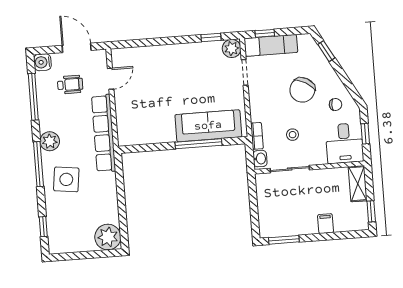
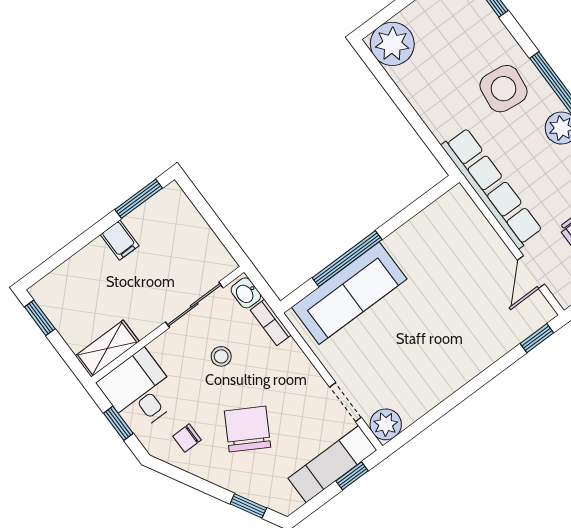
window: (211, 37) -> (537, 338), moved
shelving: (358, 184) -> (107, 349), moved, turned 90
filing cabinet: (326, 224) -> (120, 240), moved

